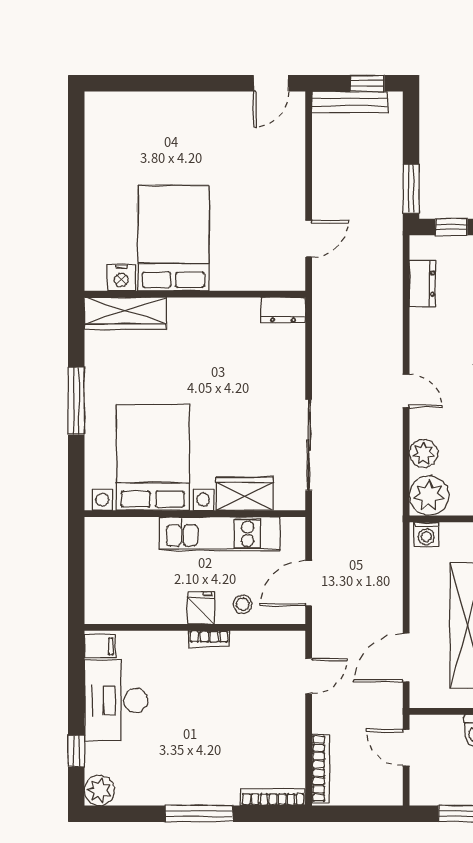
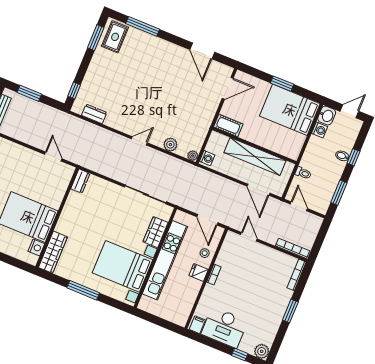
window: (411, 189) -> (29, 93), moved
plant: (429, 495) -> (193, 156), width x0.53, depth x0.53
kitchen unit: (220, 534) -> (165, 260), width x1.36
door: (406, 748) -> (299, 206), swing flipped
window: (199, 814) -> (290, 311), width x0.69

